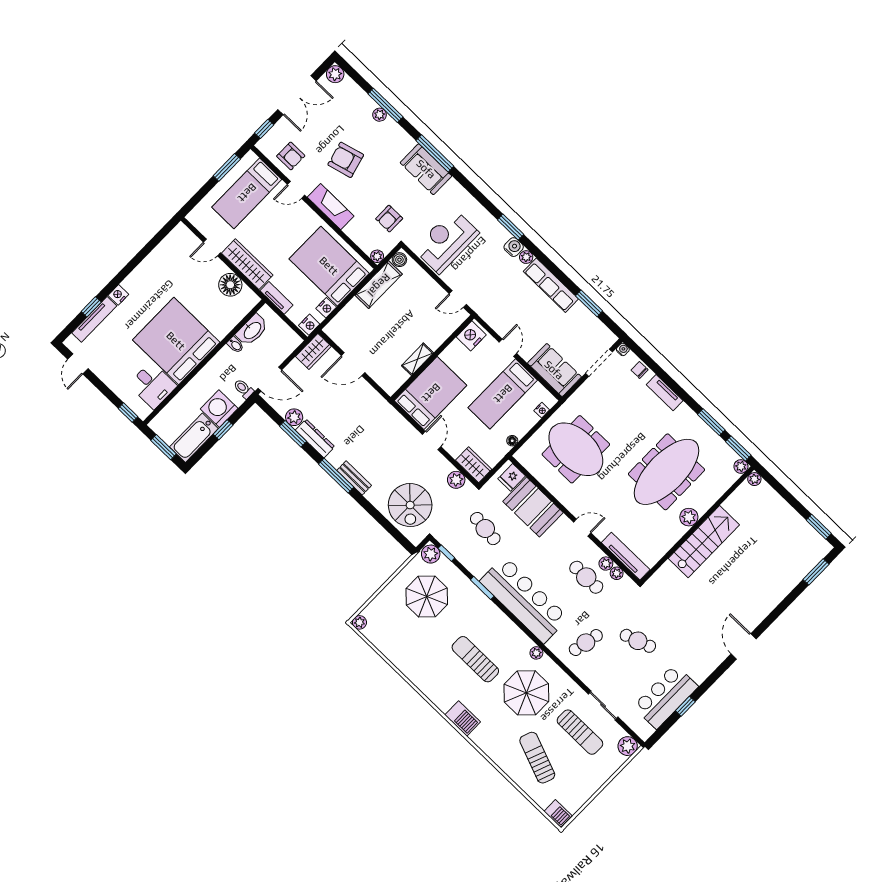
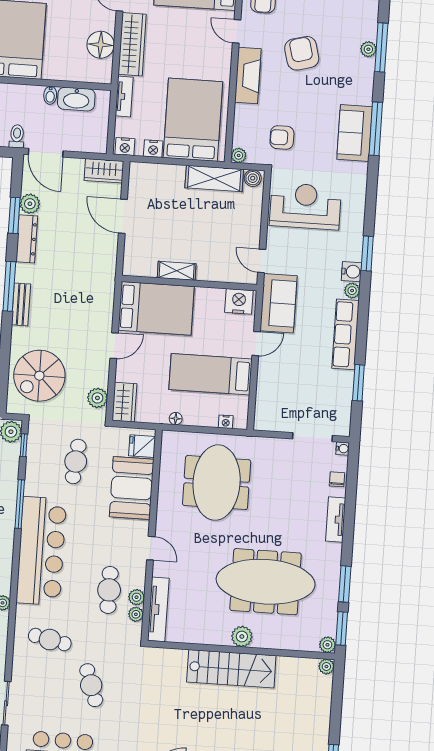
sofa: (554, 370) -> (278, 303), moved
window: (482, 588) -> (20, 504), width x1.44

